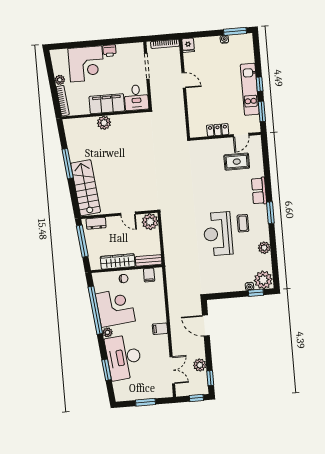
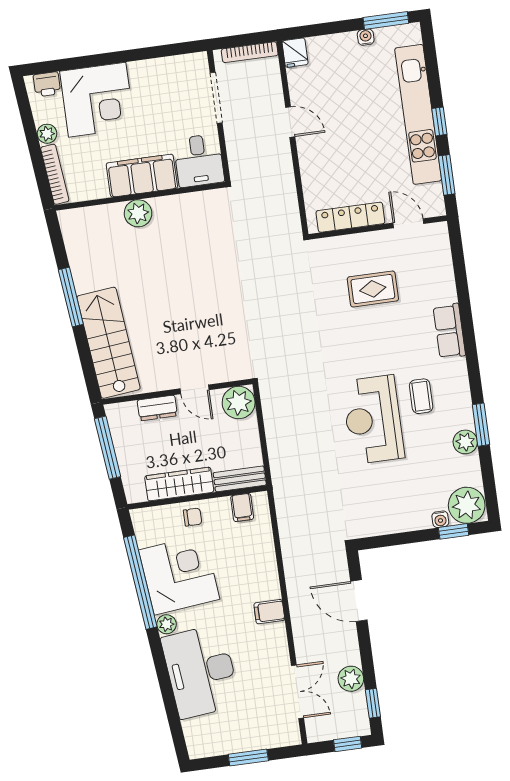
printer: (109, 51) -> (47, 84), moved
kitchen unit: (250, 89) -> (418, 114), width x1.36
locker: (218, 130) -> (350, 217), width x1.53
door: (241, 135) -> (408, 223), swing flipped
rug: (237, 162) -> (373, 289), moved
window: (270, 213) -> (481, 425), moved
dresser: (96, 223) -> (157, 408), moved
window: (107, 370) -> (169, 698), removed

